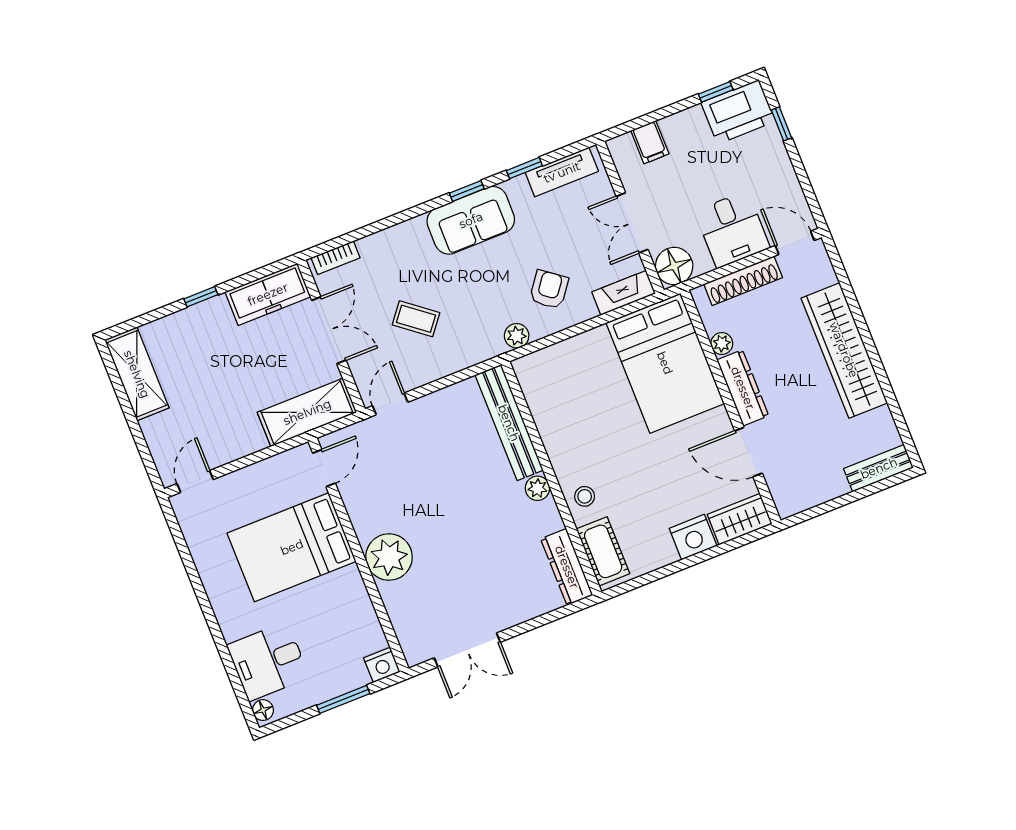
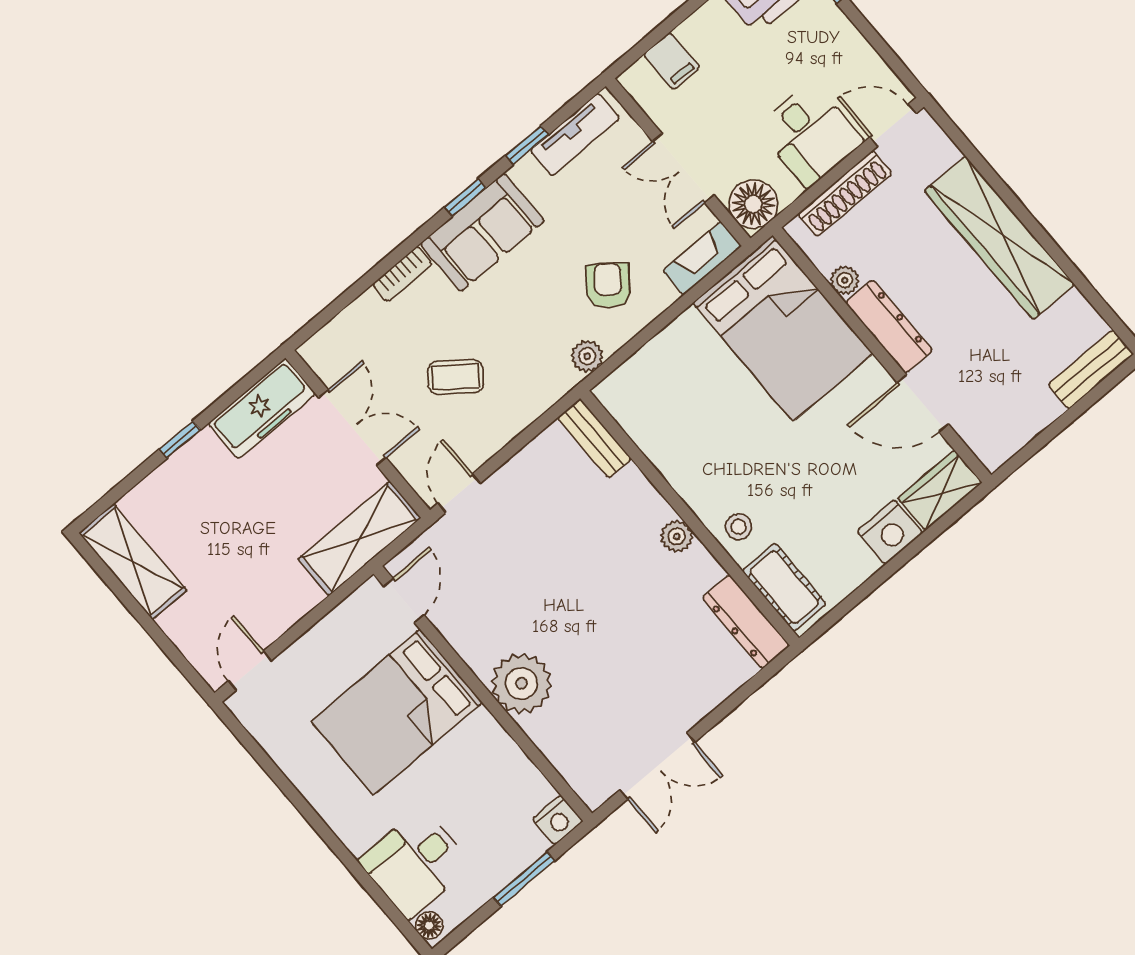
bookcase: (336, 258) -> (402, 274), moved
bench: (509, 423) -> (594, 438), width x0.54, depth x0.82

